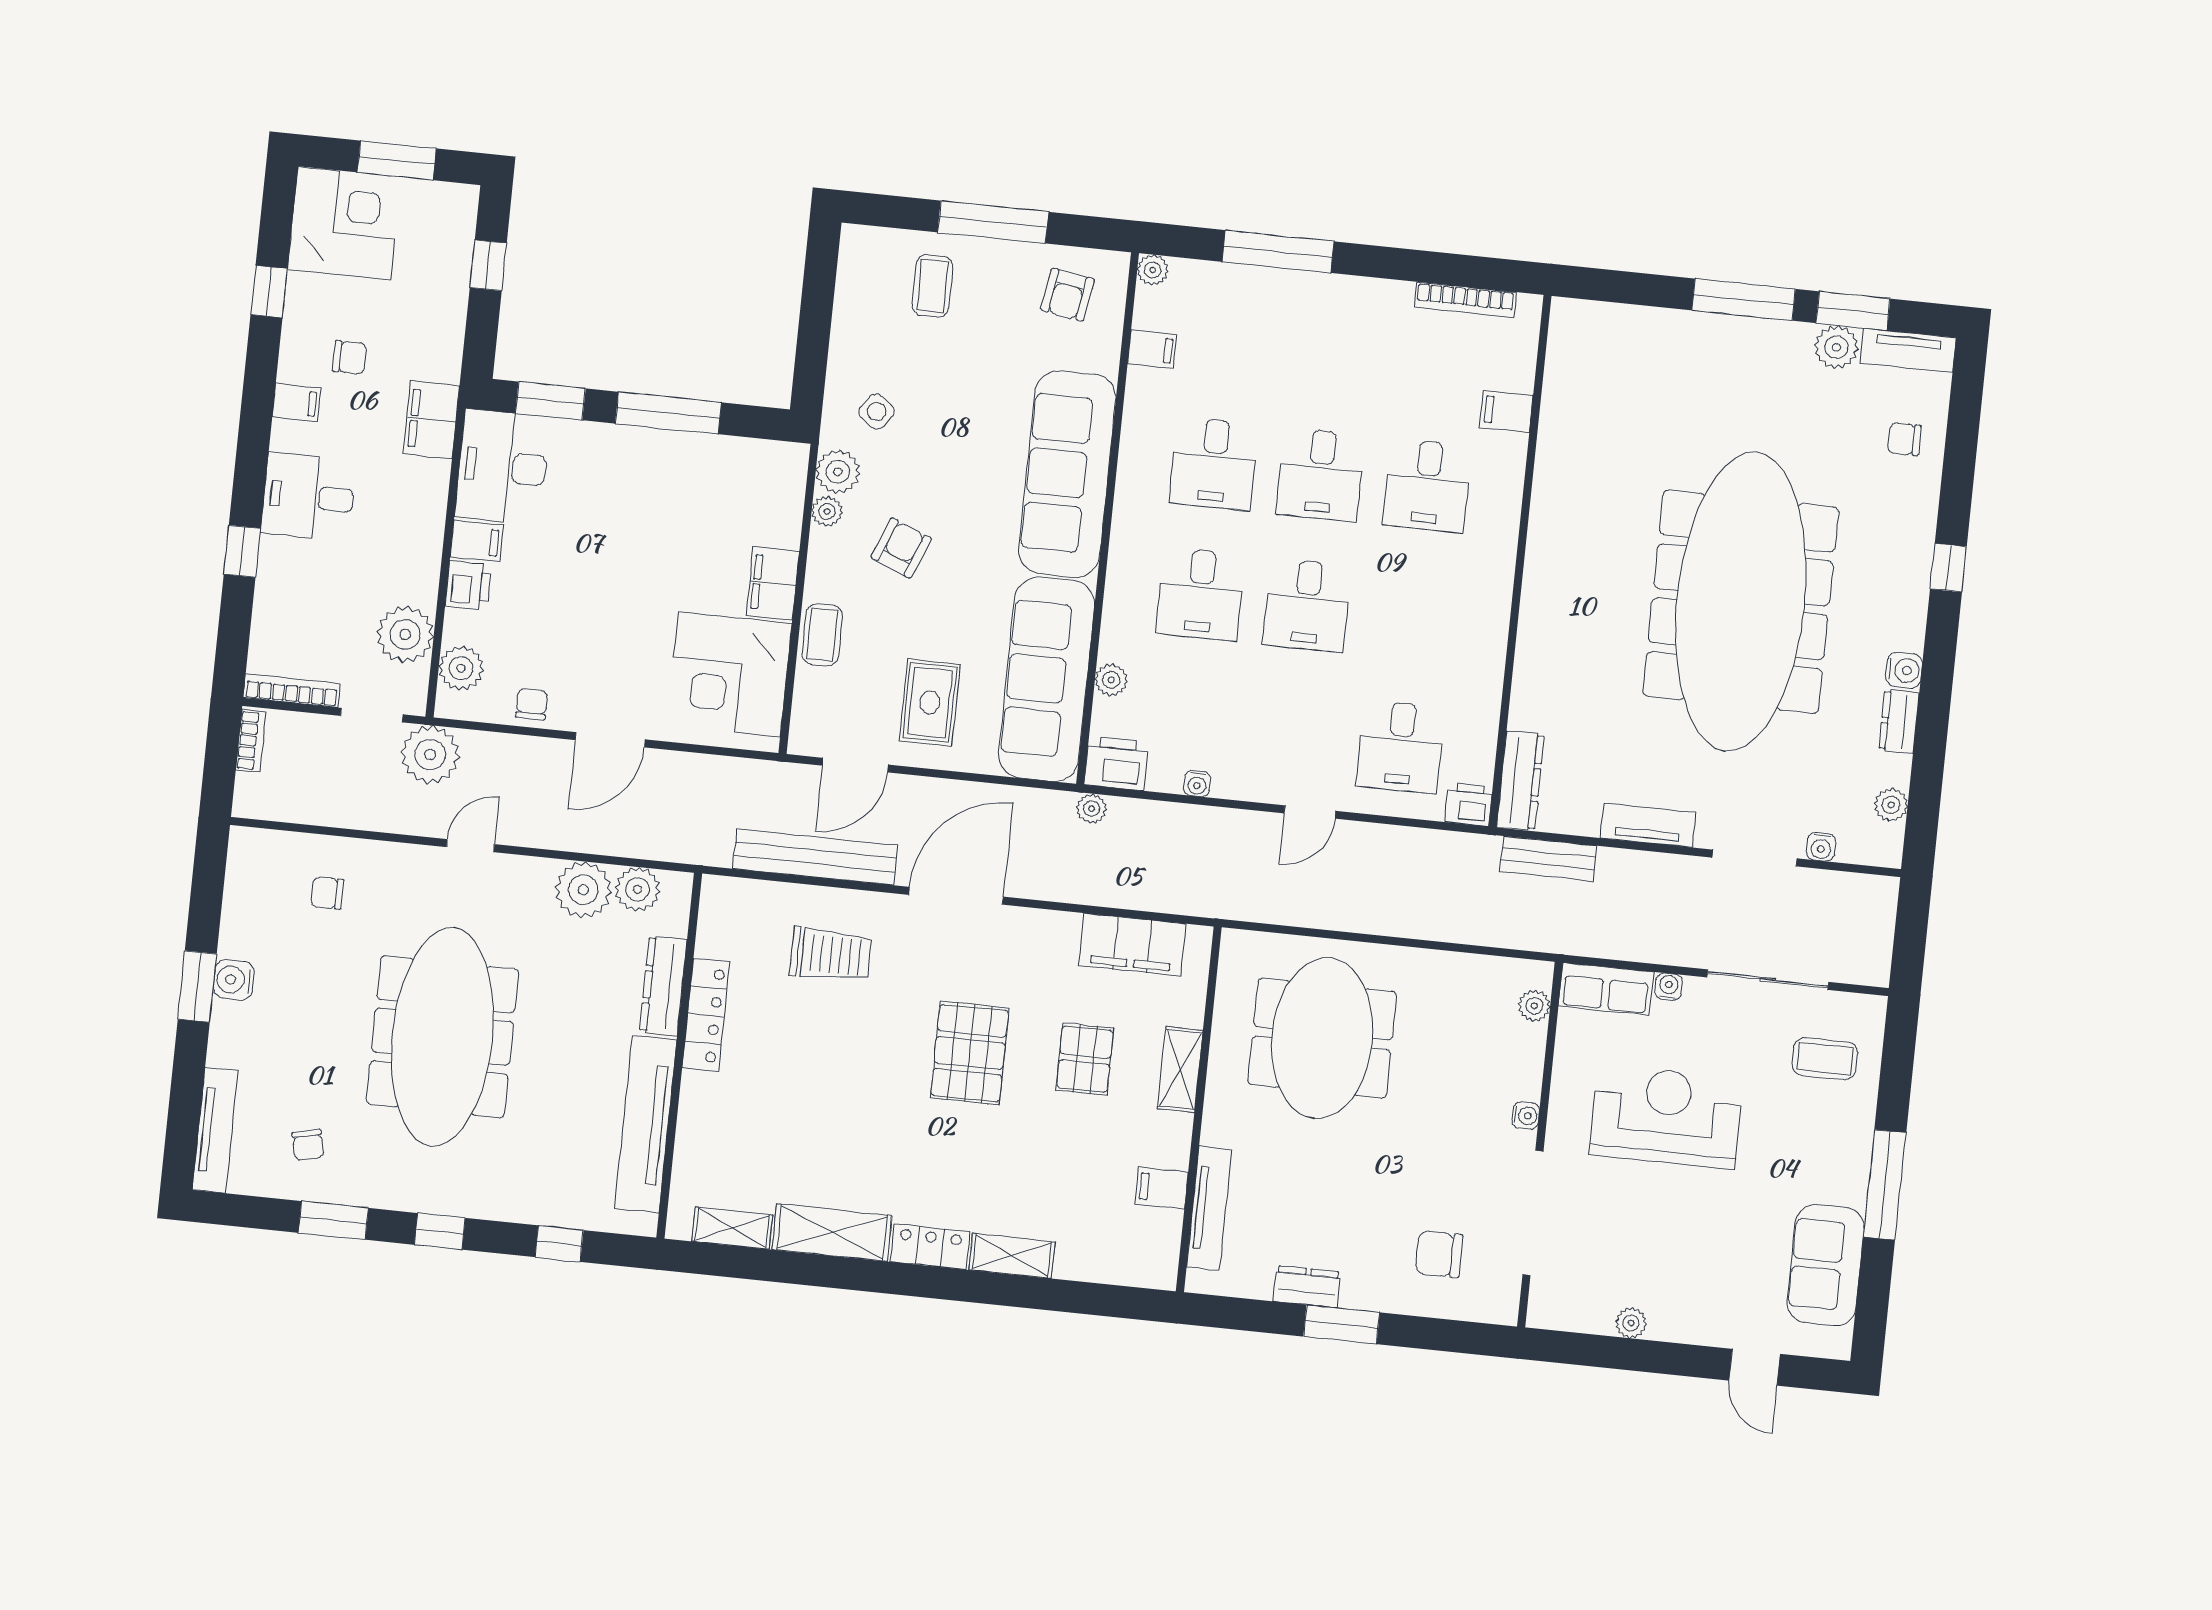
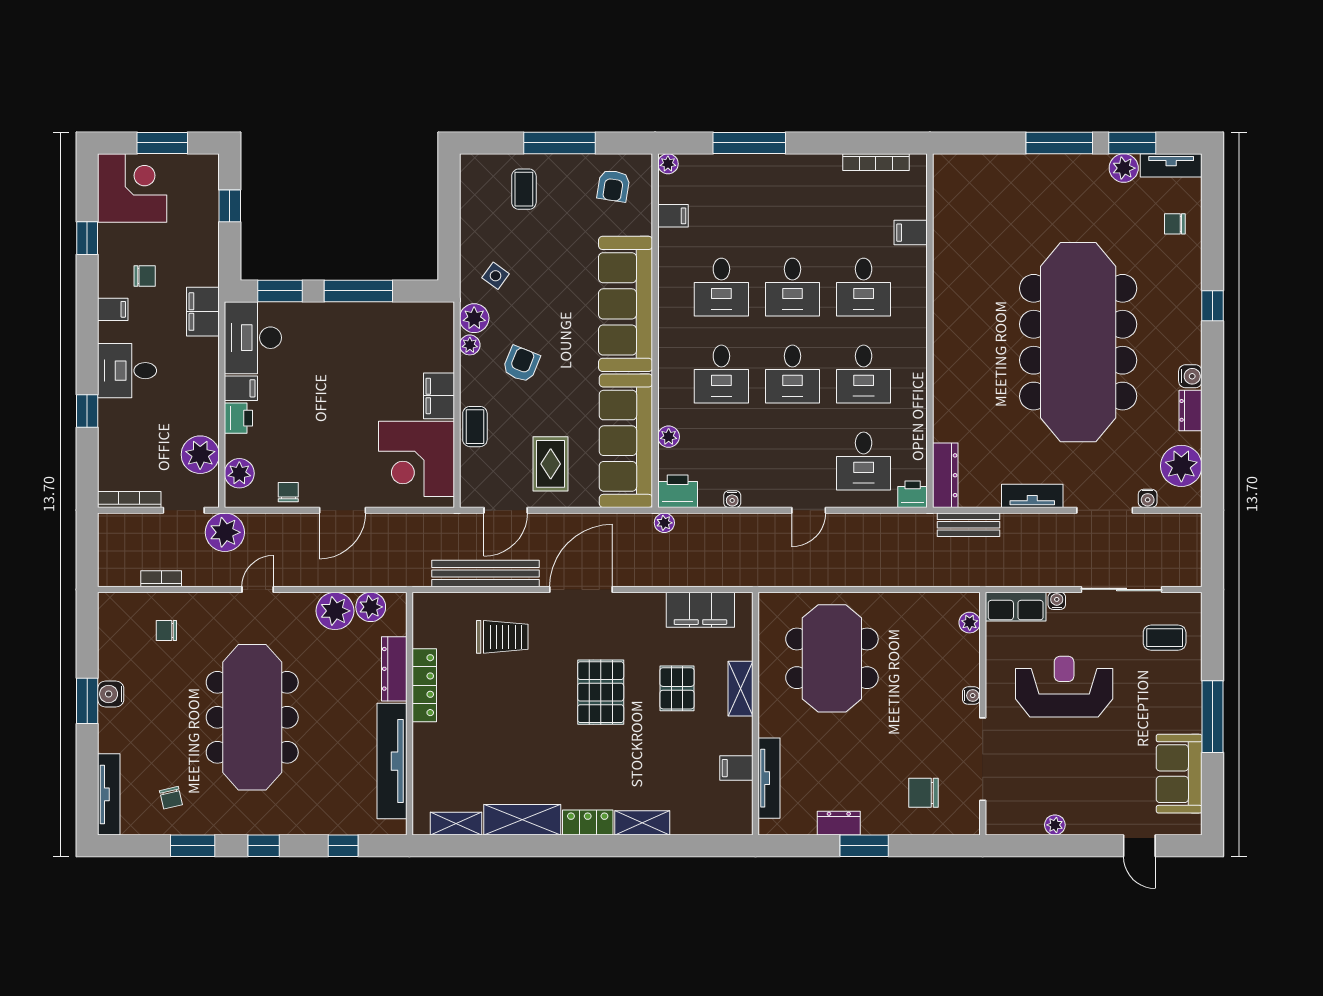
desk: (1414, 616) -> (864, 374), added
bookcase: (251, 741) -> (161, 579), moved, turned -90
plant: (1891, 805) -> (1181, 466), width x1.87, depth x1.87

